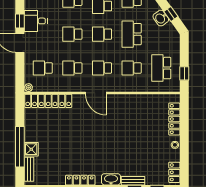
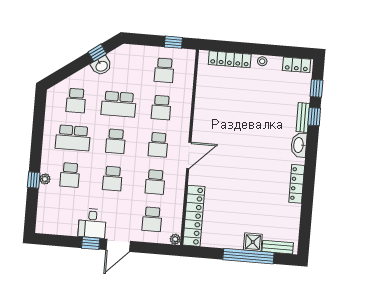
school desk: (161, 68) -> (164, 70), width x0.54

